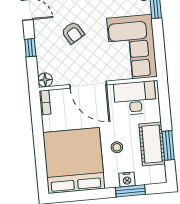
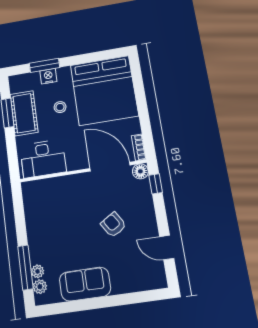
corner sofa: (132, 47) -> (48, 212), removed
window: (30, 48) -> (156, 184), moved
door: (88, 85) -> (110, 167), moved

